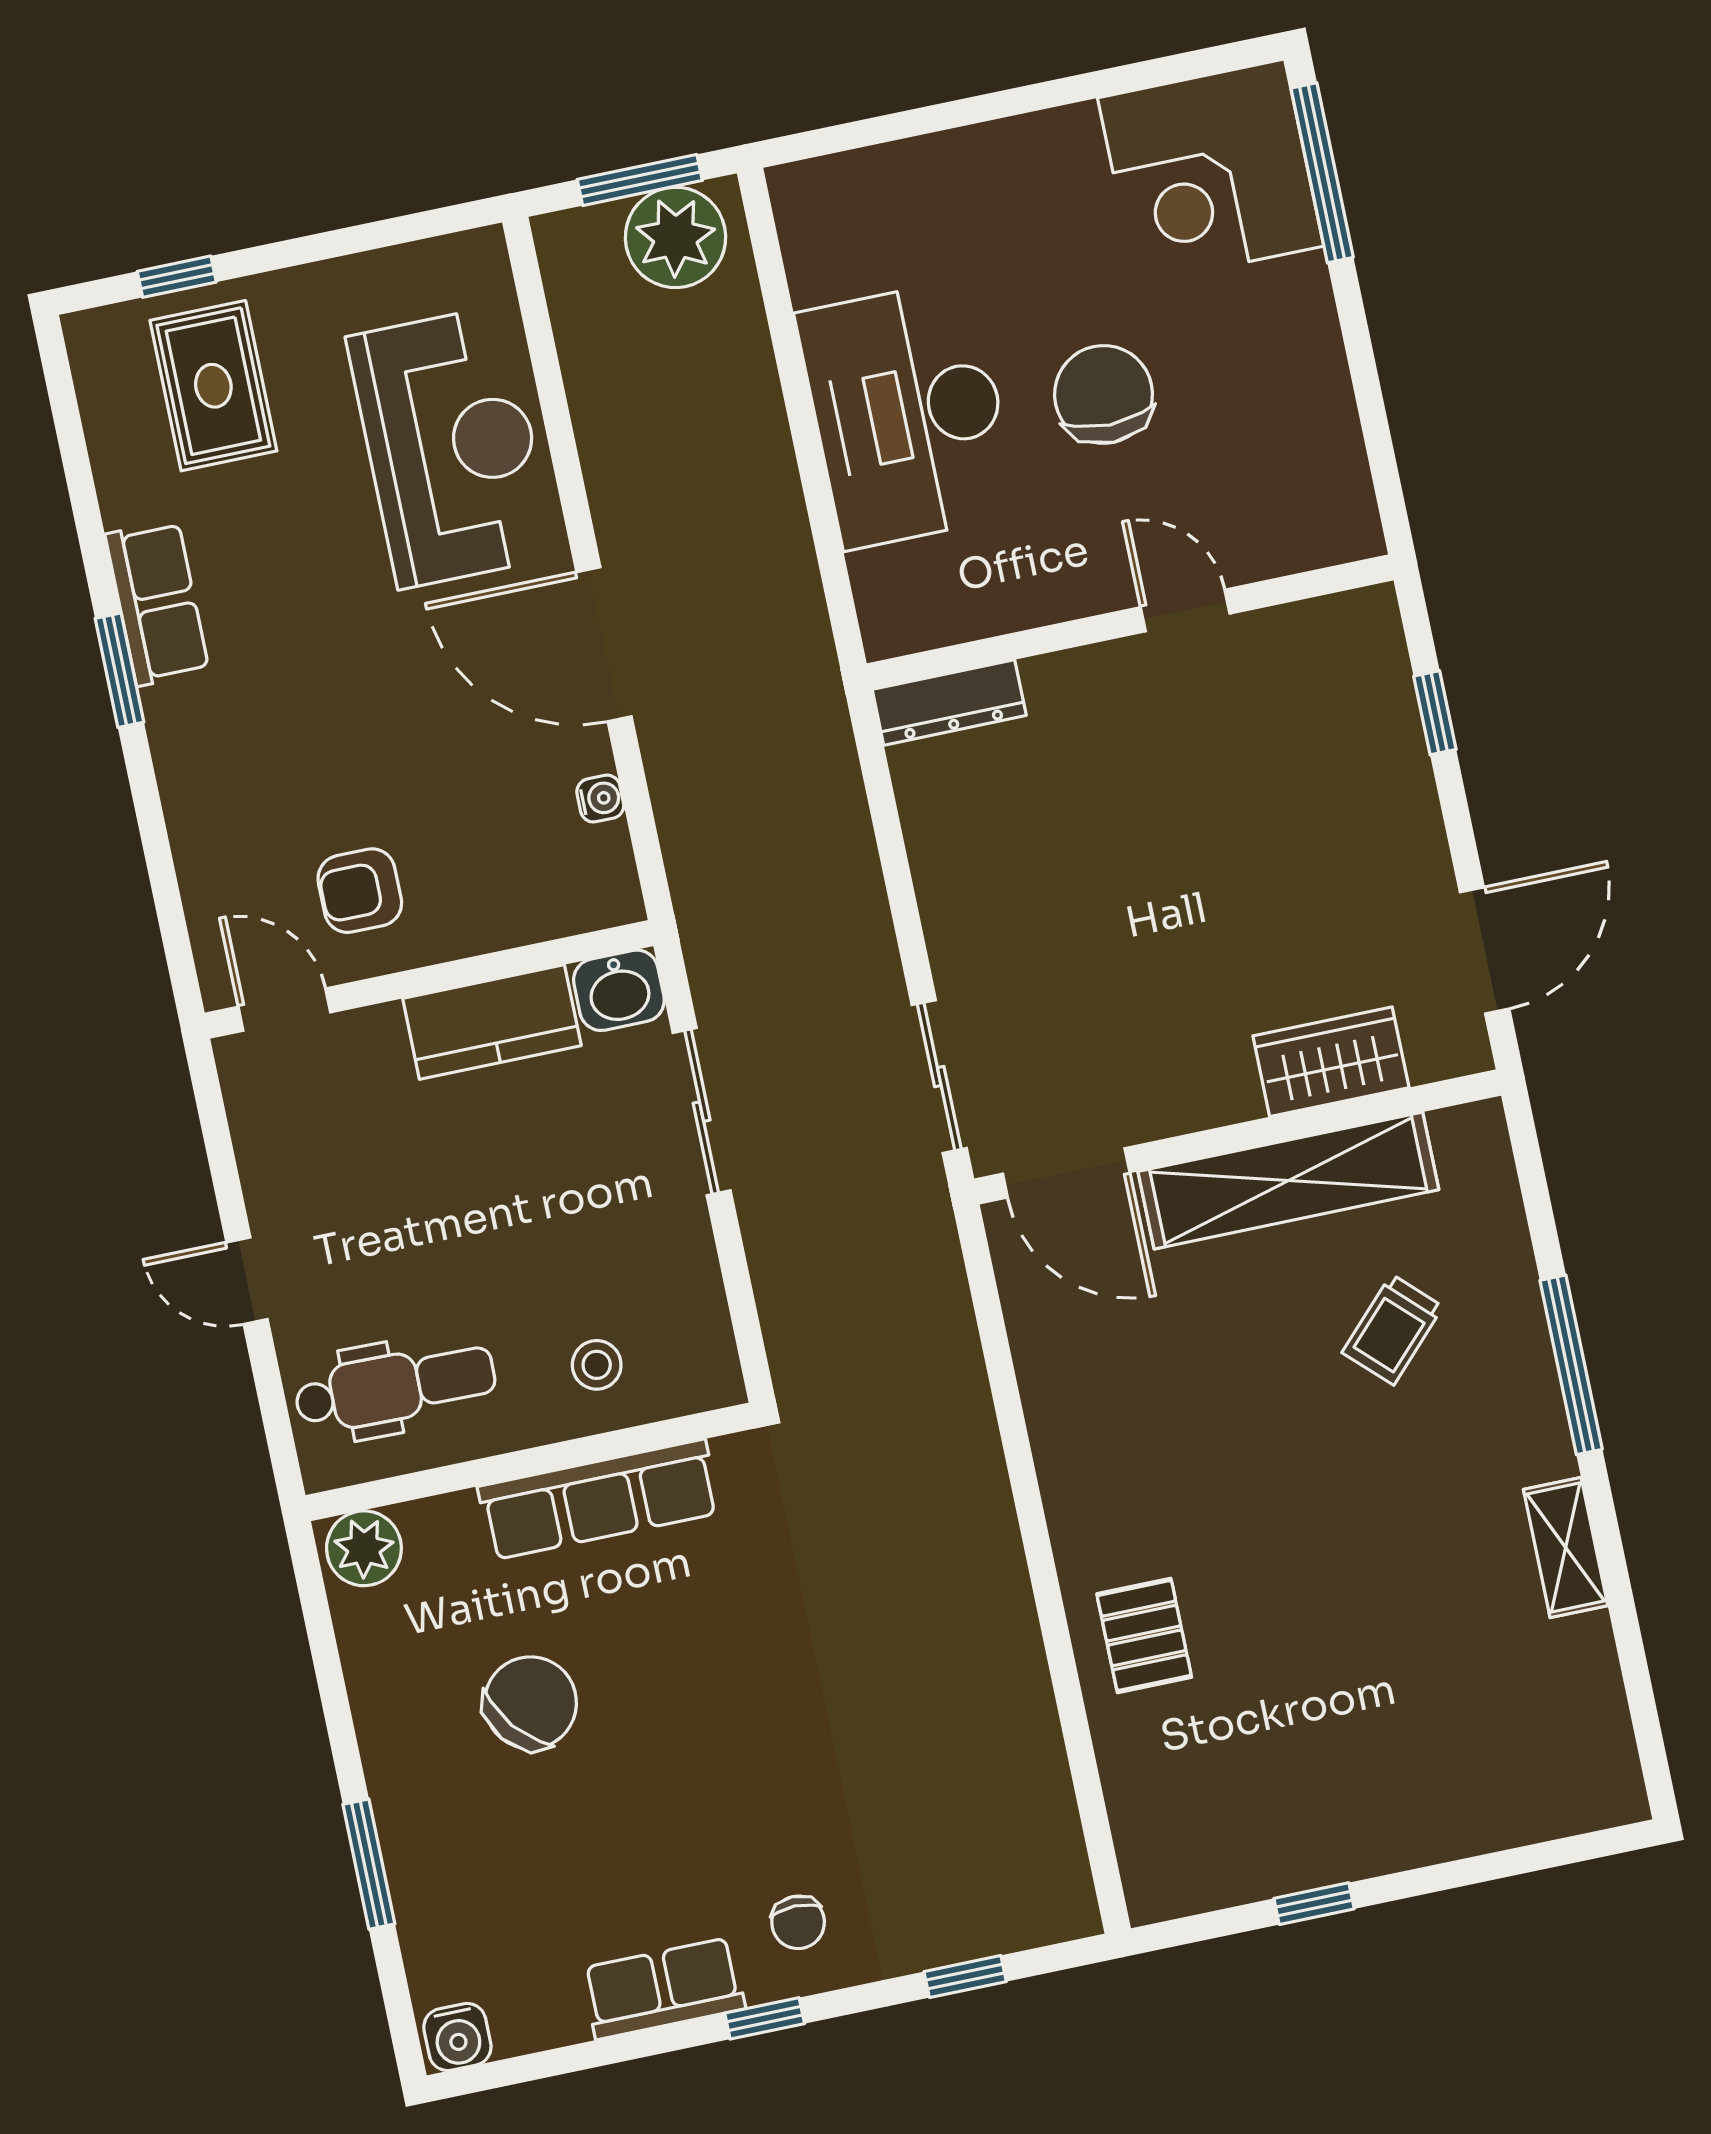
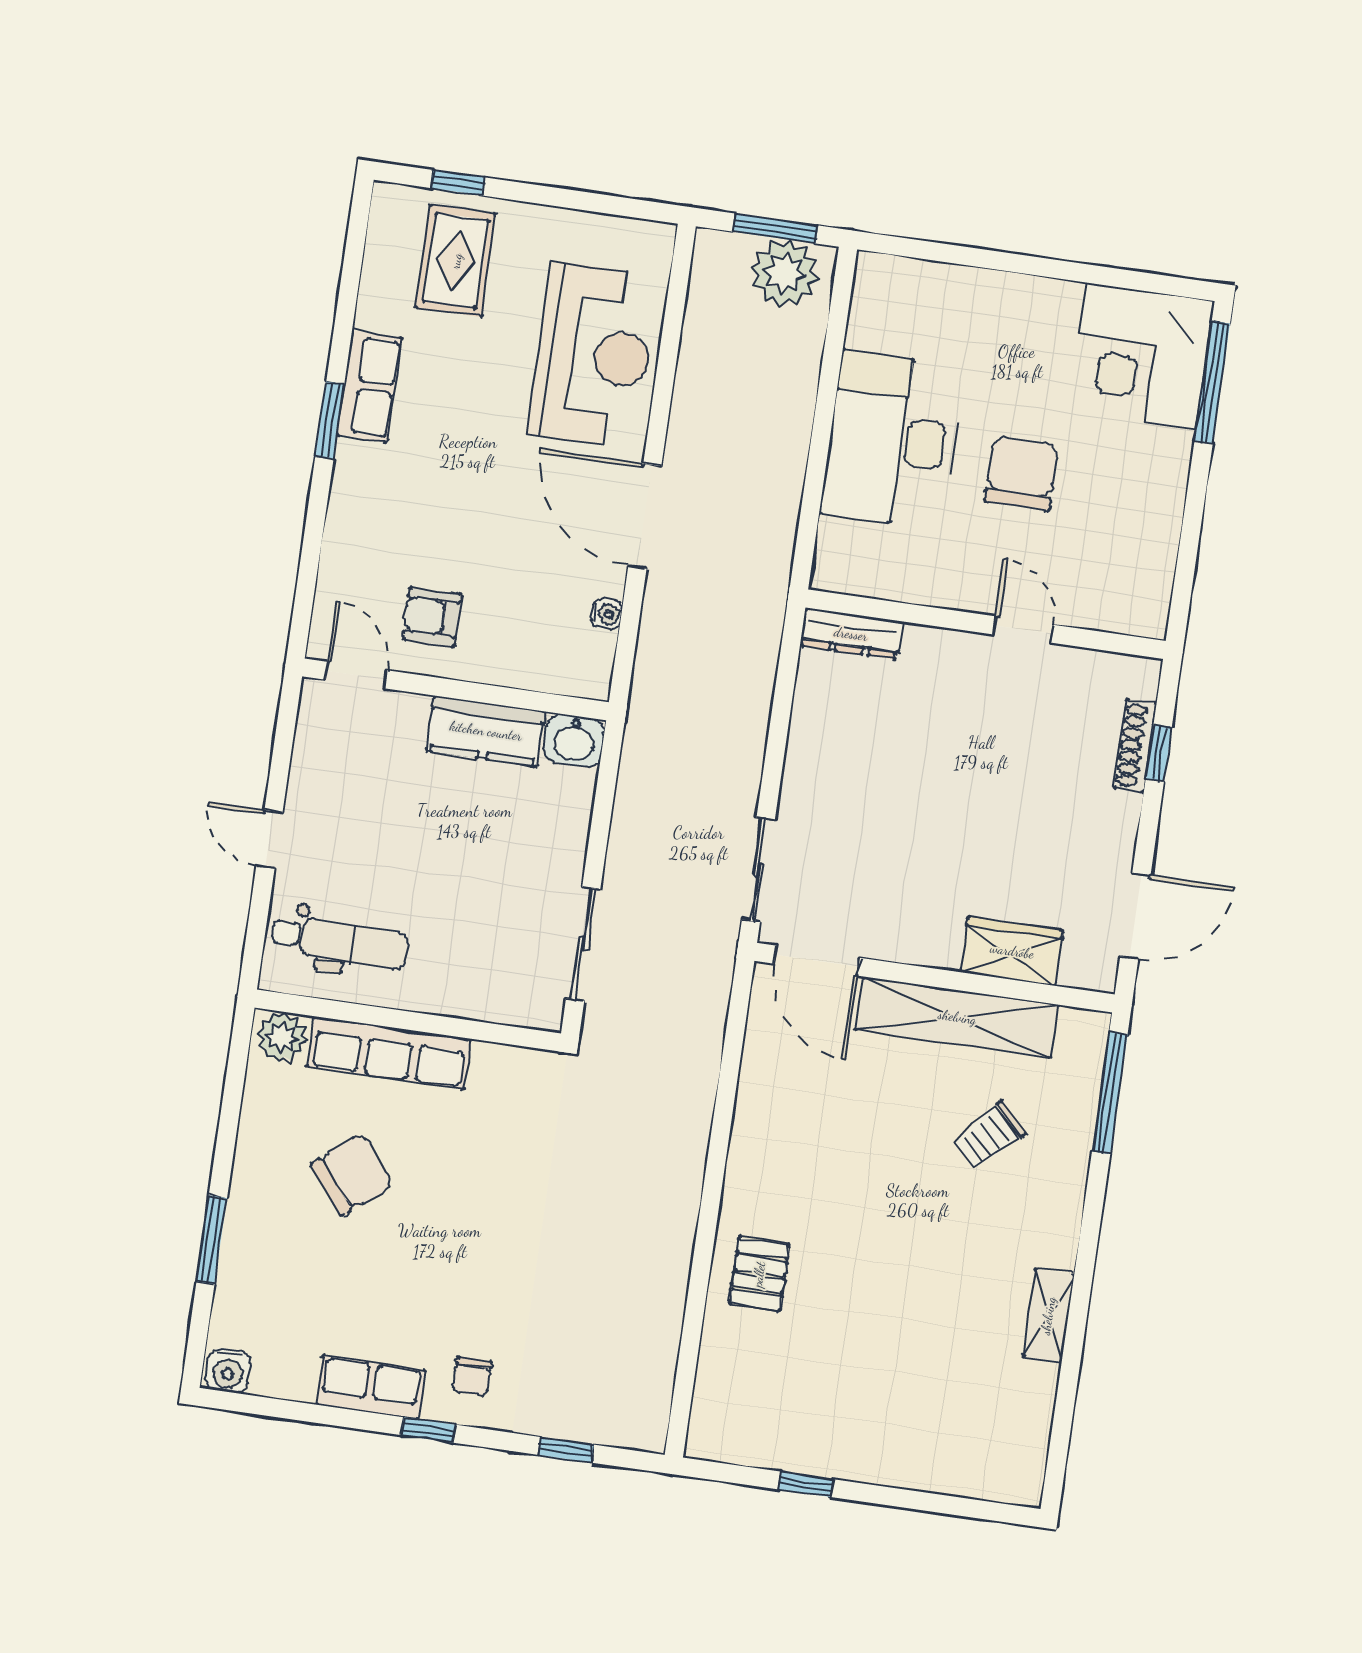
shoe rack: (1398, 715) -> (1135, 746), added
sliding door: (702, 1112) -> (583, 944), moved
stool: (597, 1365) -> (473, 974), removed
window: (1571, 1365) -> (1110, 1093), moved
row of seats: (599, 1500) -> (389, 1053), moved

